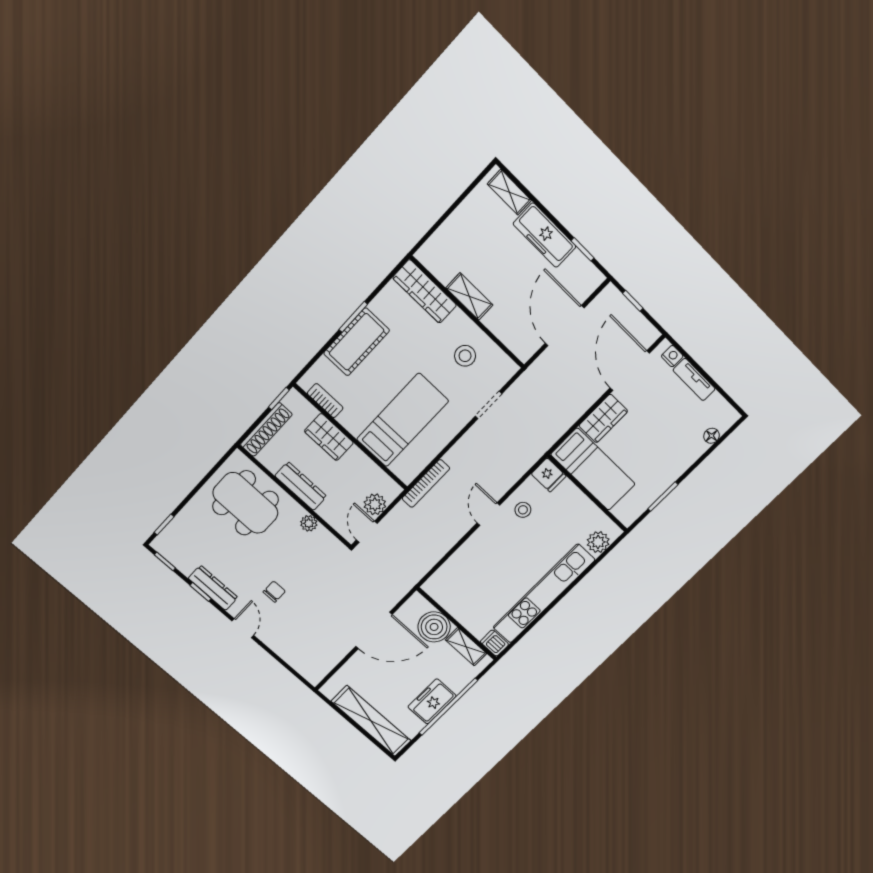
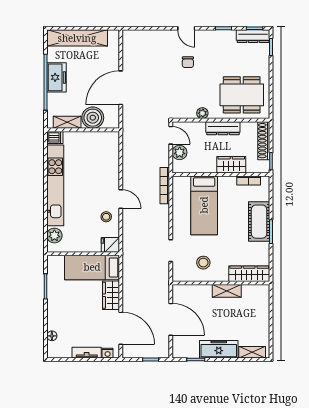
dresser: (213, 588) -> (253, 36), moved

